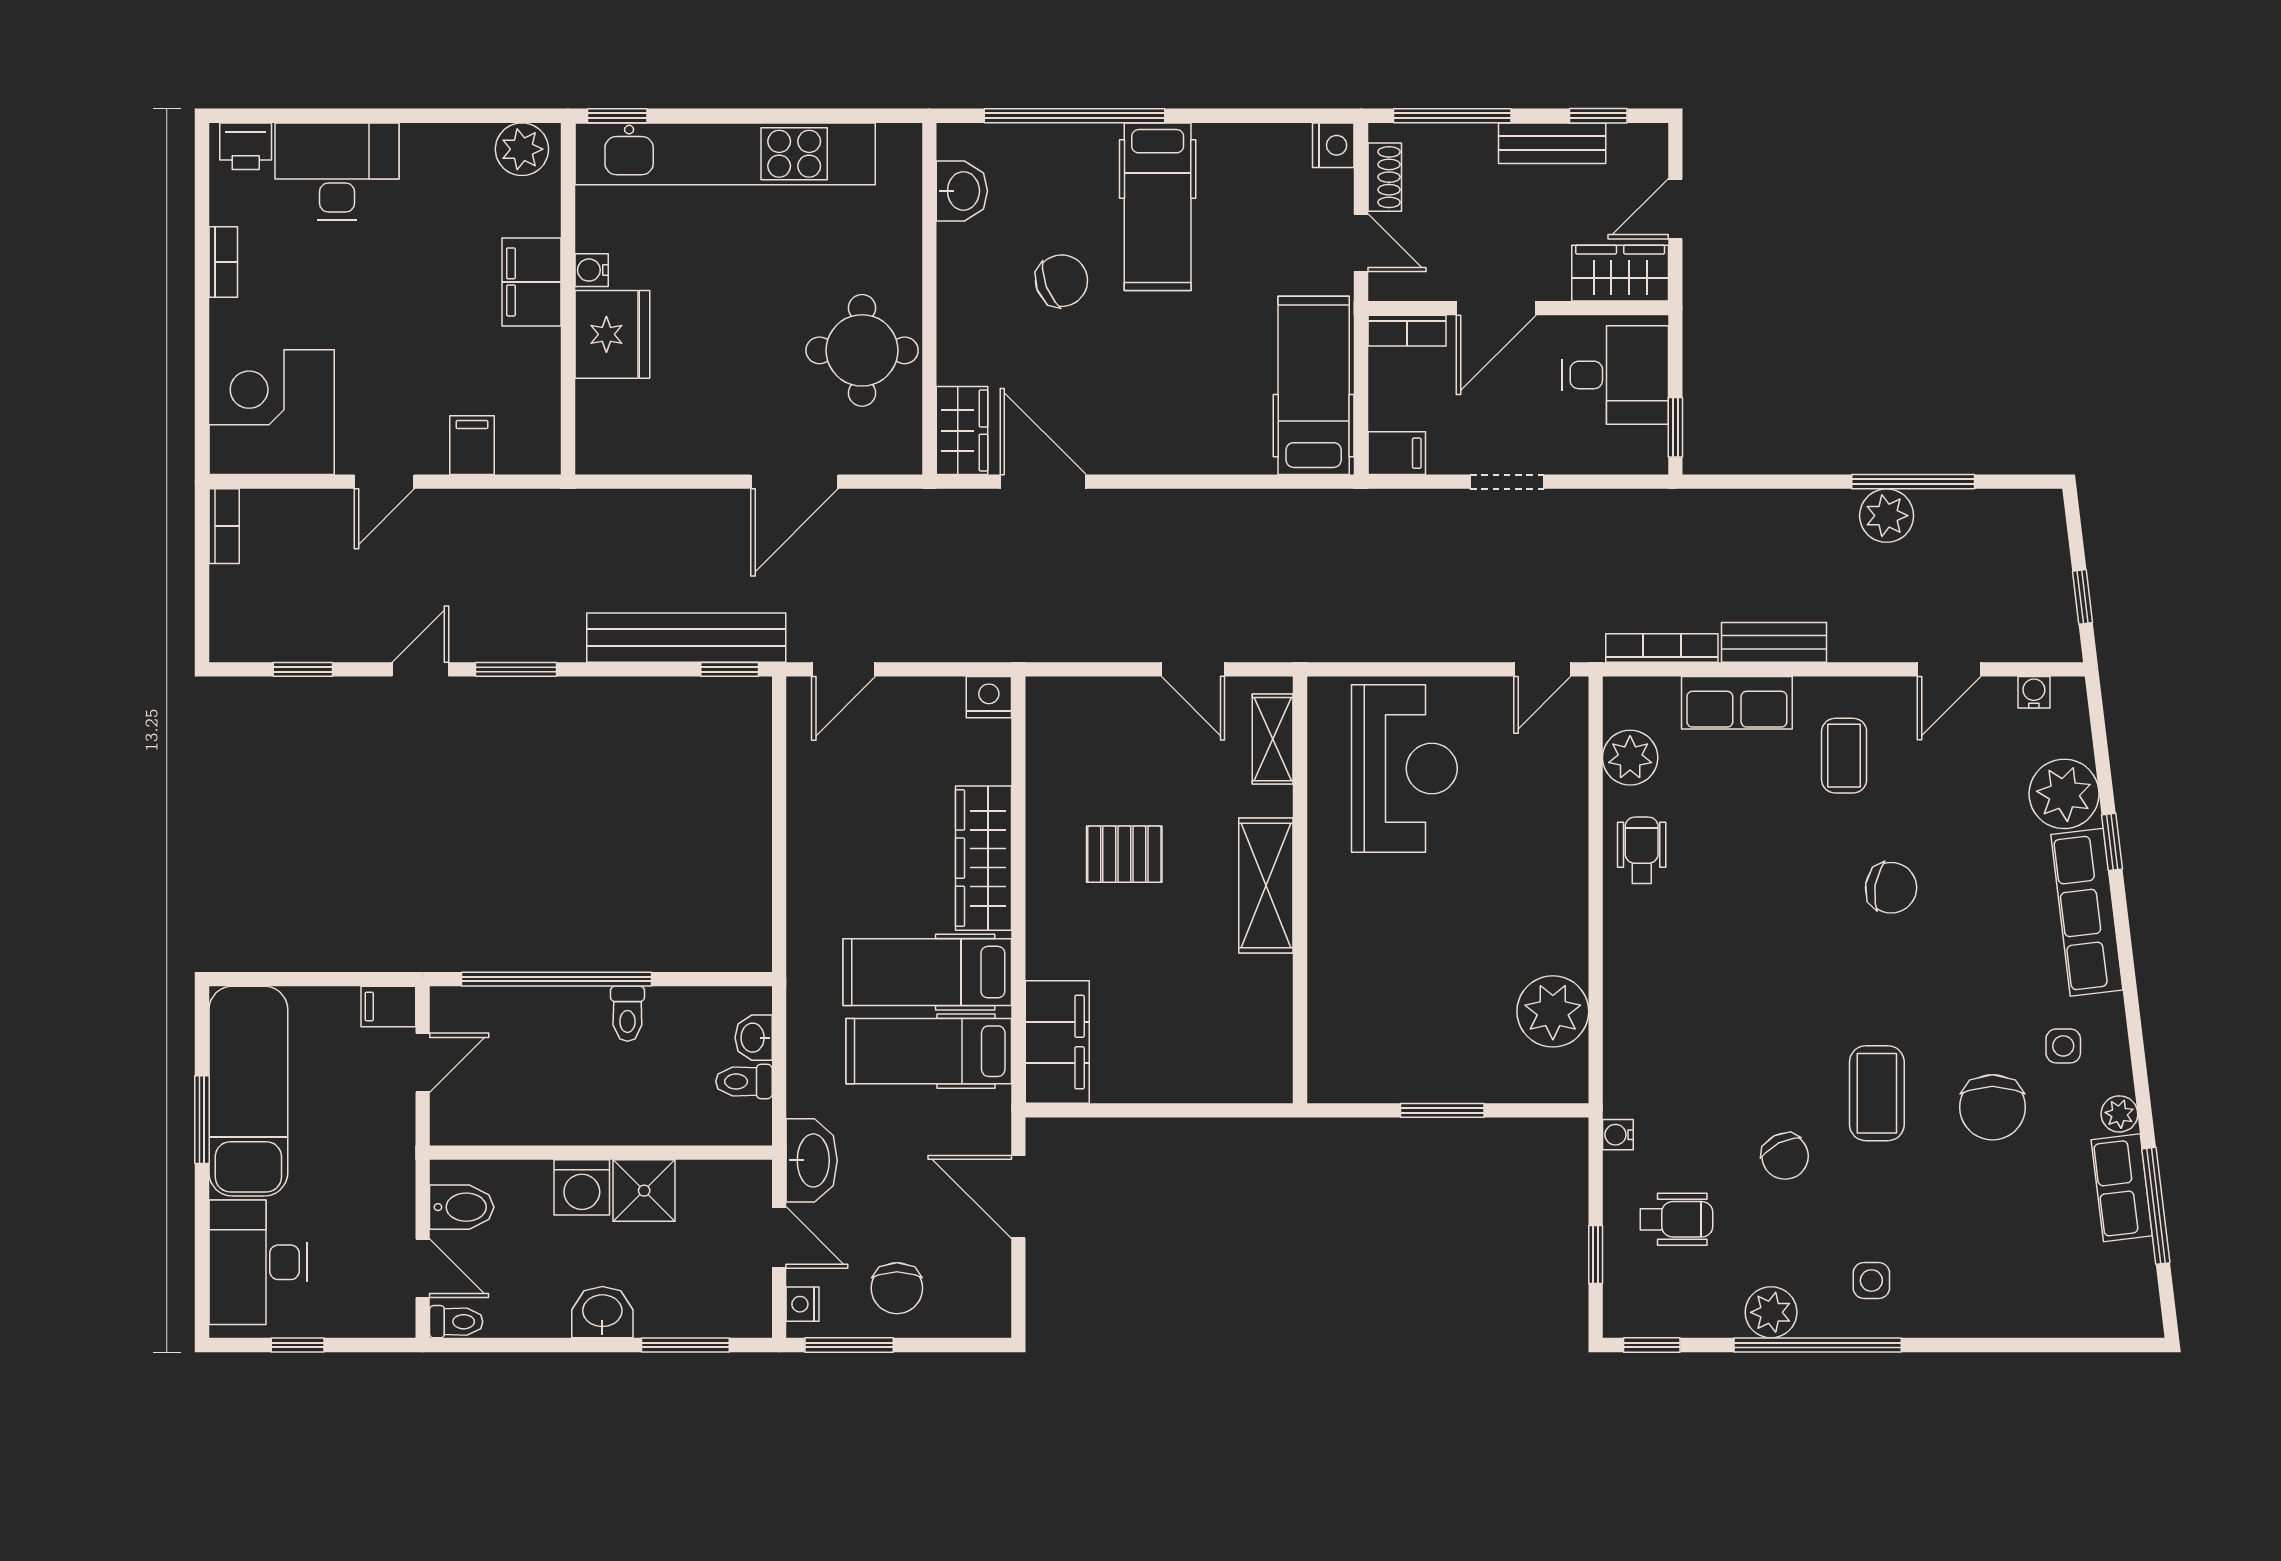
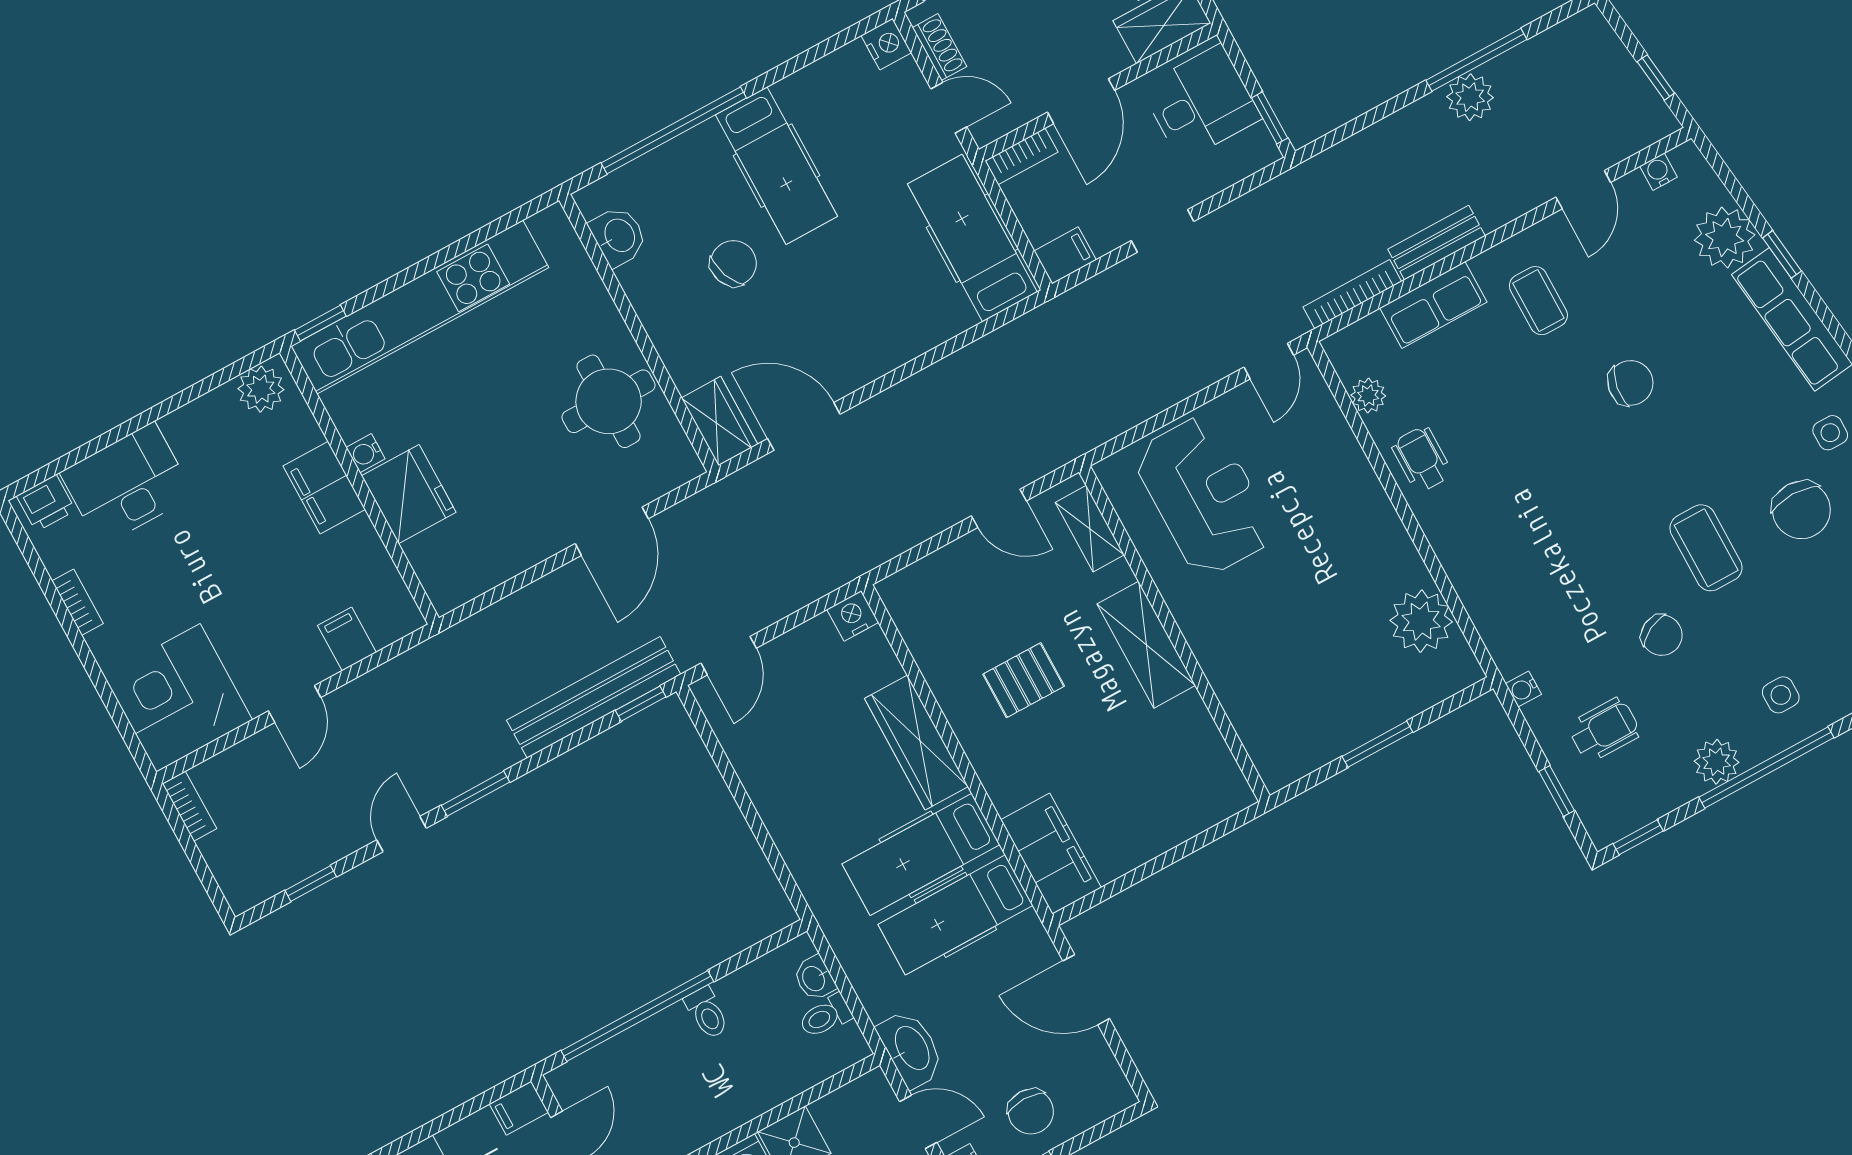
plant: (1630, 758) -> (1368, 396), width x0.73, depth x0.73

